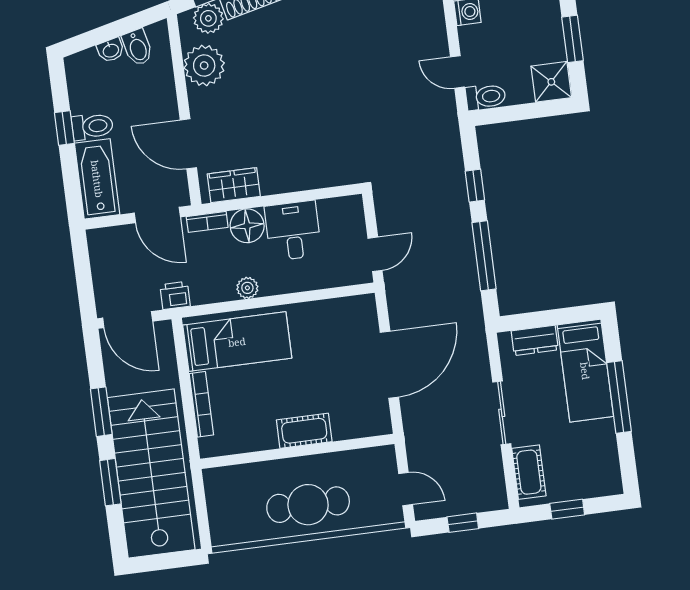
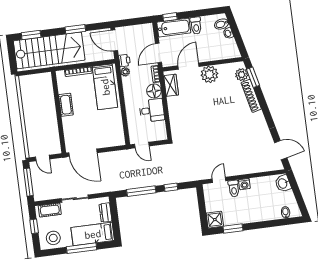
bidet: (137, 47) -> (222, 24), moved
plant: (204, 65) -> (209, 74), moved
toilet: (486, 97) -> (234, 189), moved
window: (64, 128) -> (170, 17), moved
plant: (247, 288) -> (125, 72), moved
door: (128, 320) -> (114, 40), hinge flipped
door: (389, 365) -> (83, 153), moved
cot: (304, 431) -> (66, 105), moved
stool: (595, 464) -> (53, 238), added
window: (110, 482) -> (31, 35), moved
door: (406, 489) -> (43, 158), hinge flipped
cafe table: (308, 505) -> (36, 117), removed
window: (463, 523) -> (28, 182), width x2.17

